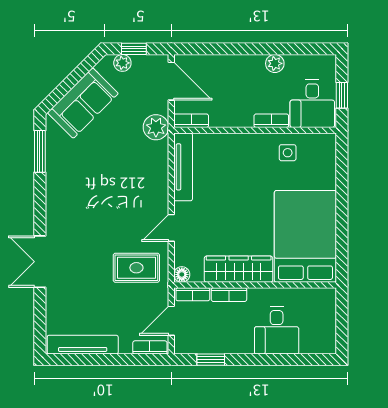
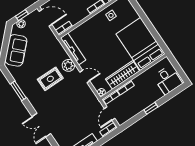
plant: (156, 127) -> (68, 65), moved
window: (40, 151) -> (18, 91), moved
door: (171, 228) -> (85, 77), swing flipped
rug: (136, 268) -> (50, 79), moved
desk: (277, 330) -> (168, 80), moved
window: (211, 360) -> (151, 108), moved

